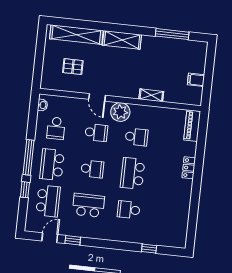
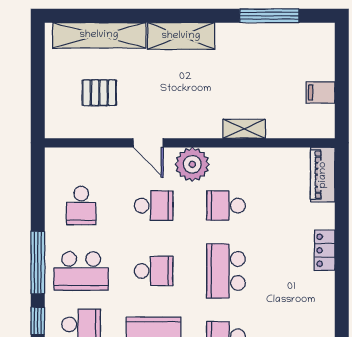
washbasin: (43, 105) -> (53, 167), removed
school desk: (137, 137) -> (226, 206), turned 180
school desk: (52, 165) -> (81, 271), turned -90

